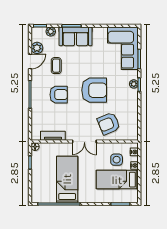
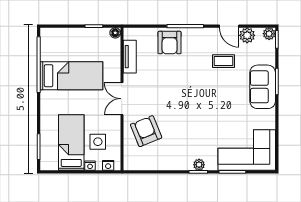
plant: (51, 32) -> (269, 34), moved
armchair: (94, 90) -> (191, 112), removed
armchair: (59, 95) -> (170, 43), moved

